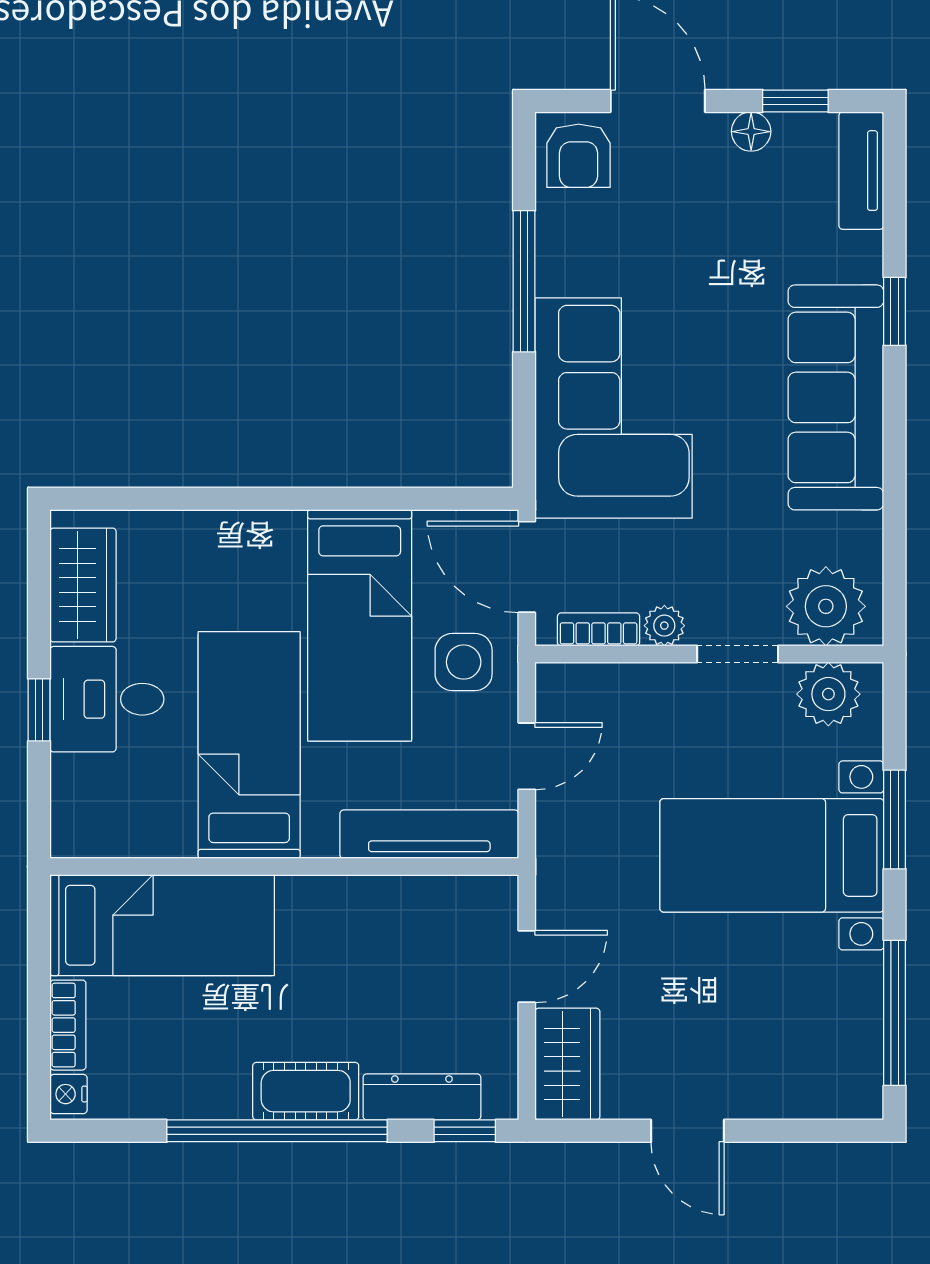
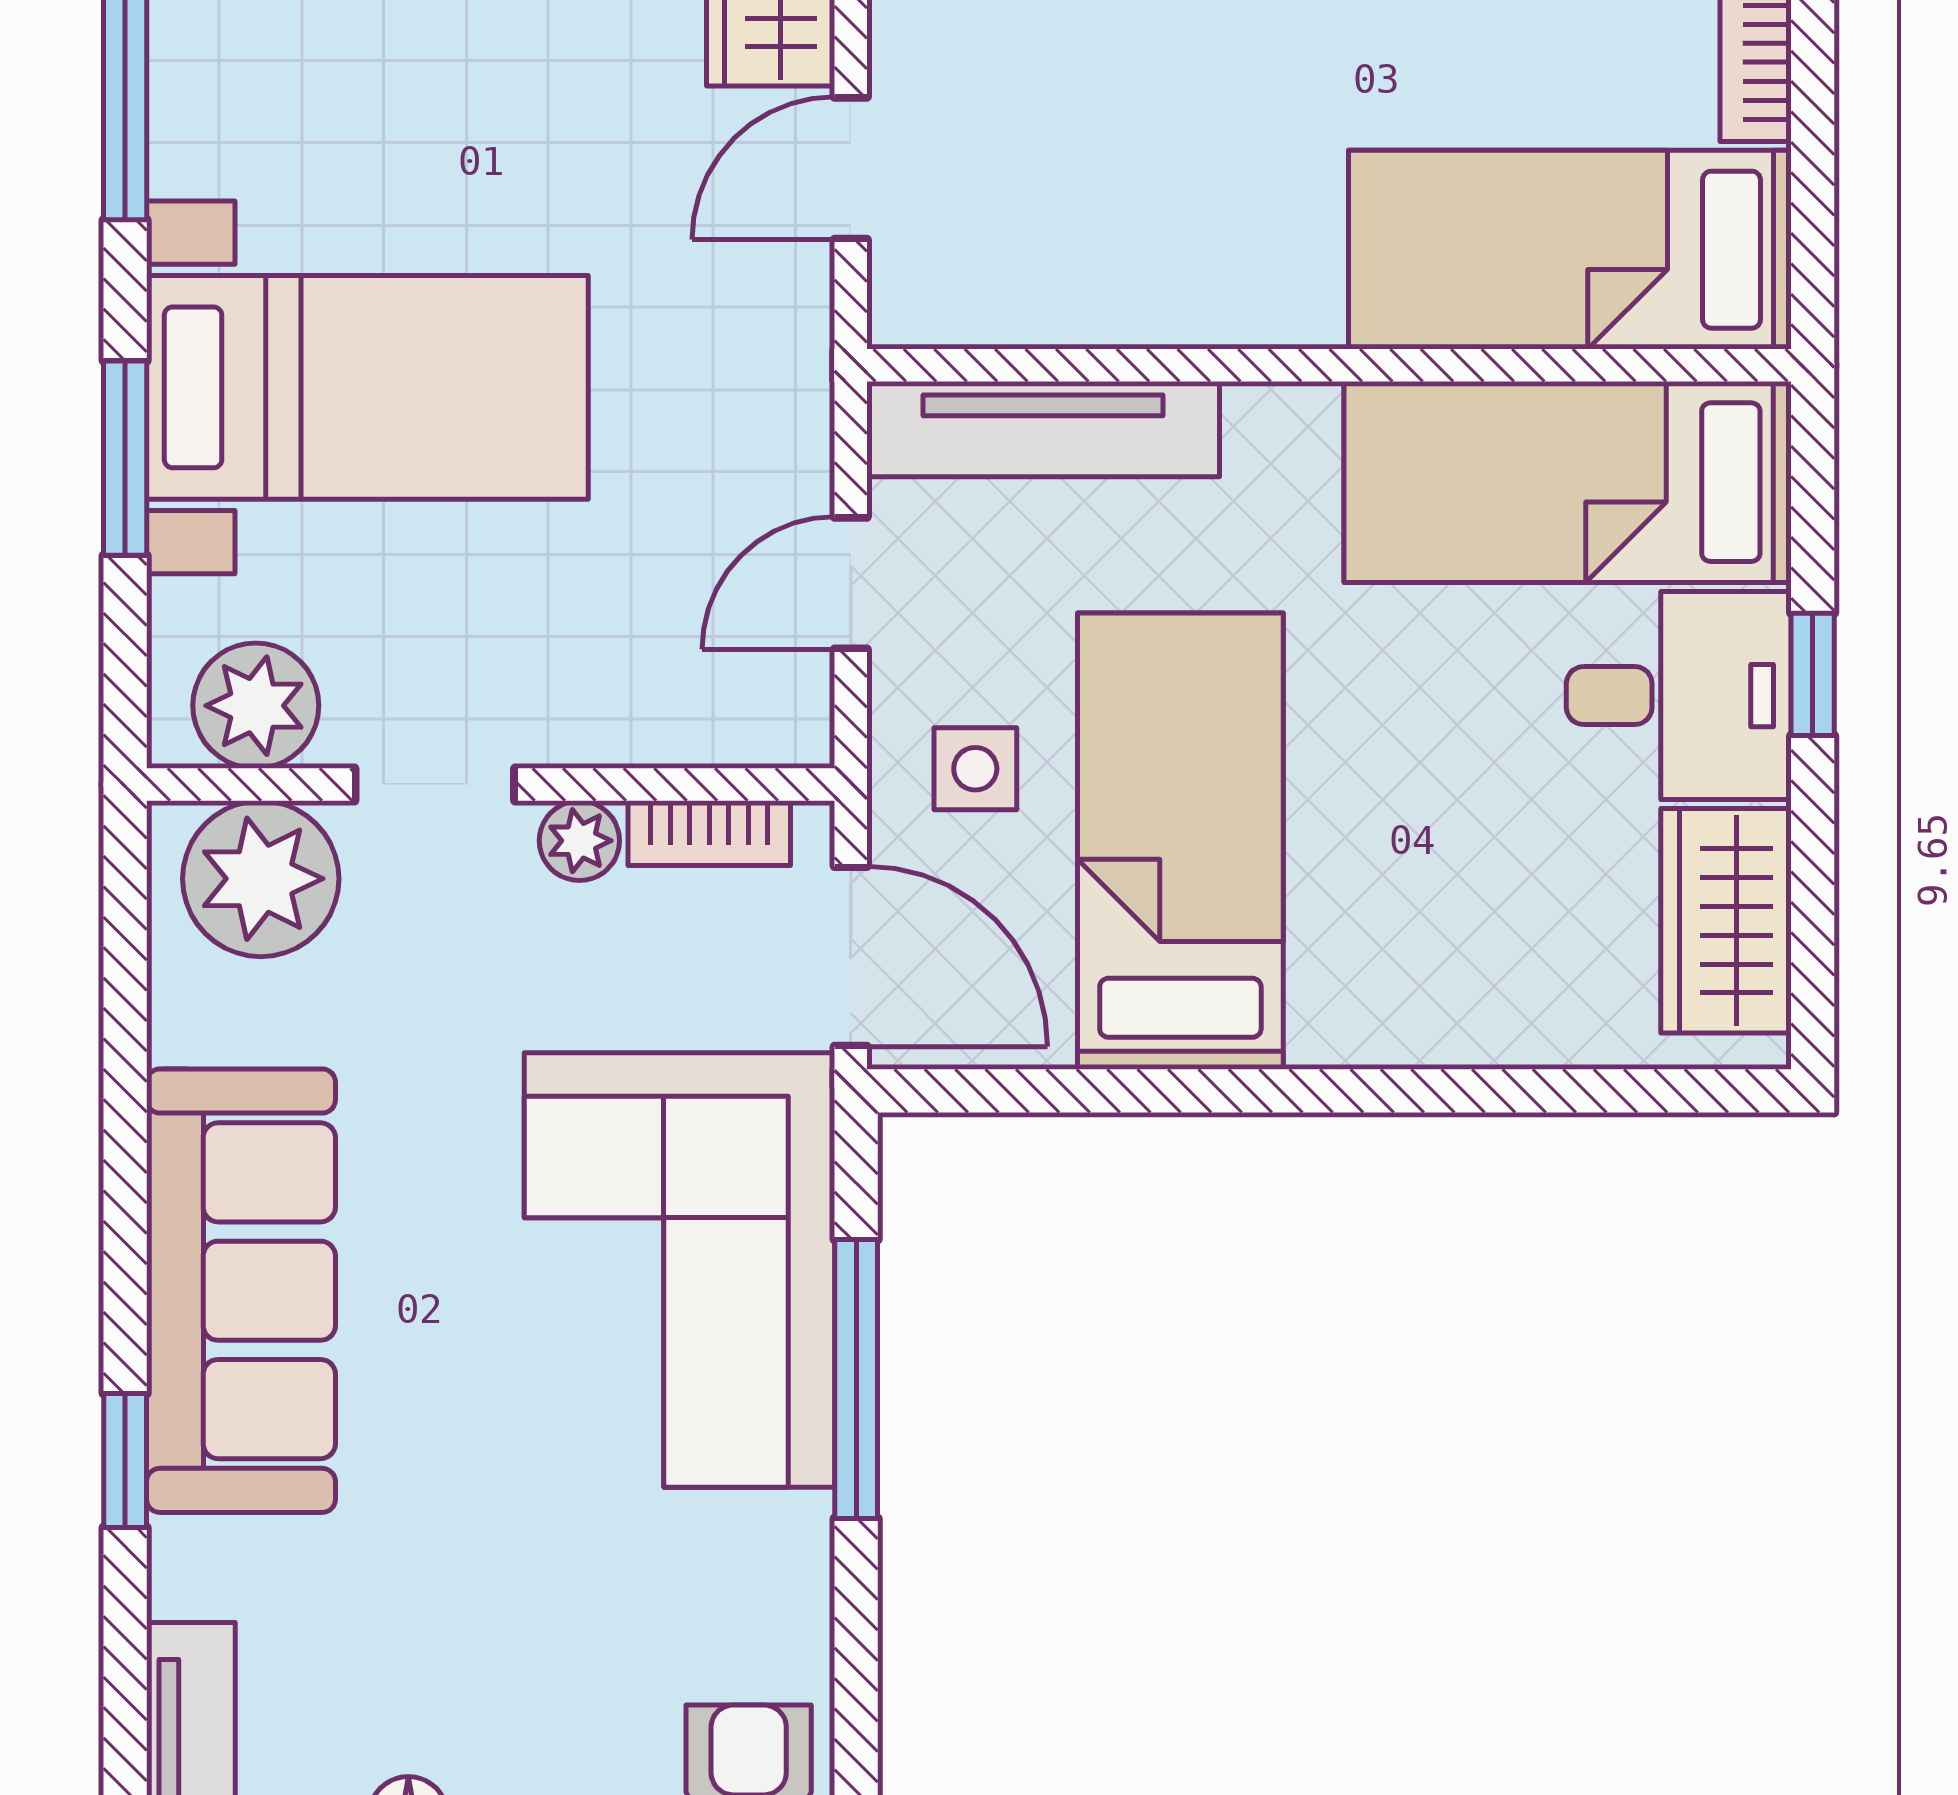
window: (524, 281) -> (856, 1379), moved
side table: (464, 662) -> (975, 769), width x0.73, depth x0.73
bed: (249, 745) -> (1568, 482), moved, turned 90

